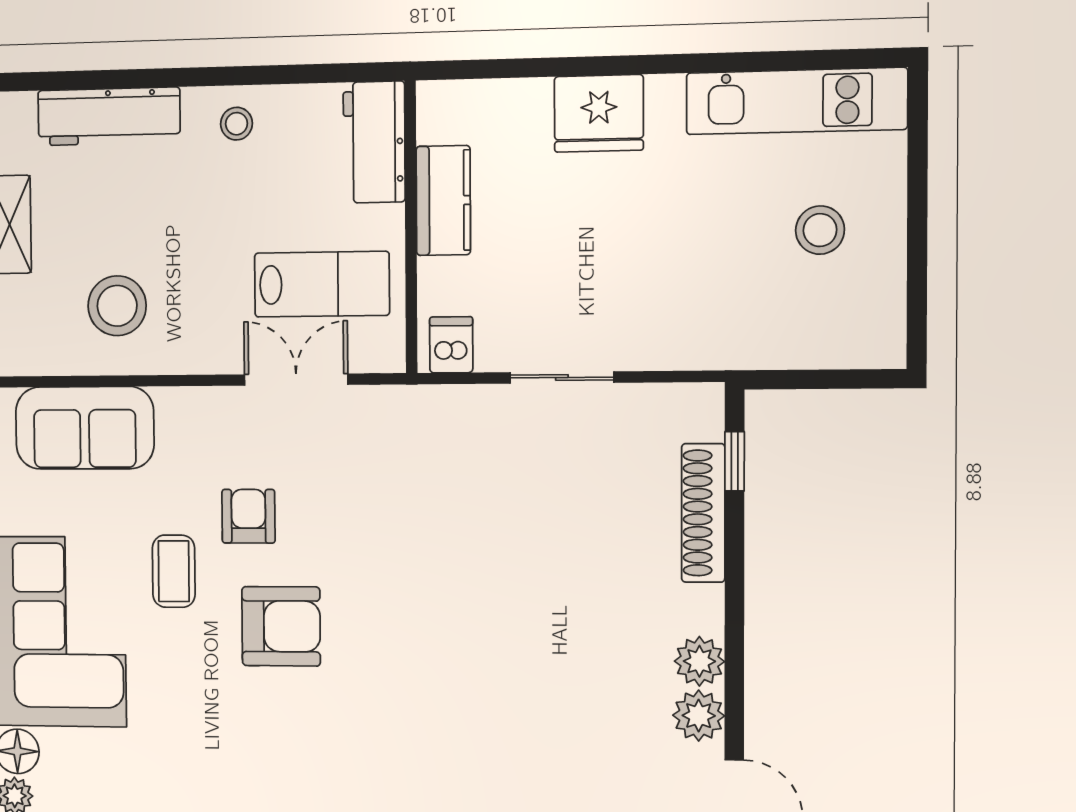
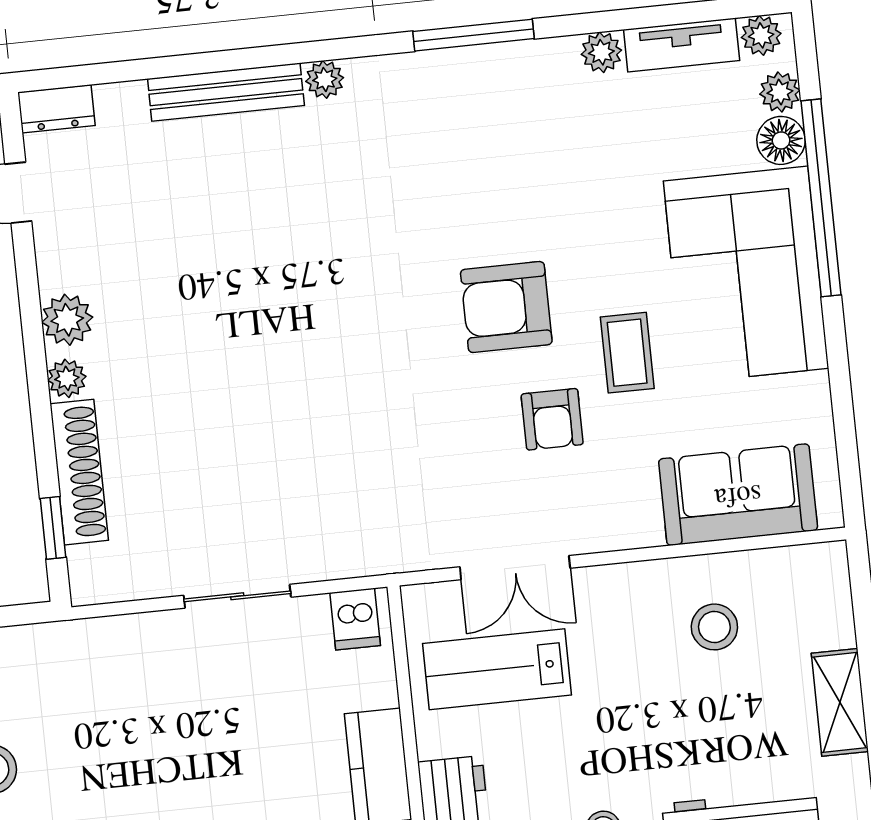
stool: (117, 306) -> (714, 627), width x0.73, depth x0.73
plant: (699, 716) -> (67, 378), moved, width x0.73, depth x0.73

